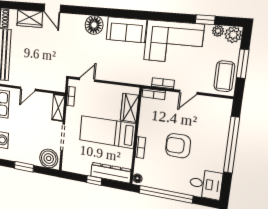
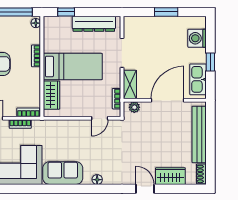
floor lamp: (94, 25) -> (97, 180), width x0.53, depth x0.53
plant: (56, 86) -> (134, 107), added
door: (28, 89) -> (168, 100), width x1.88
boiler: (49, 158) -> (137, 27), removed
dresser: (111, 173) -> (94, 24), moved
window: (94, 180) -> (66, 12), moved

